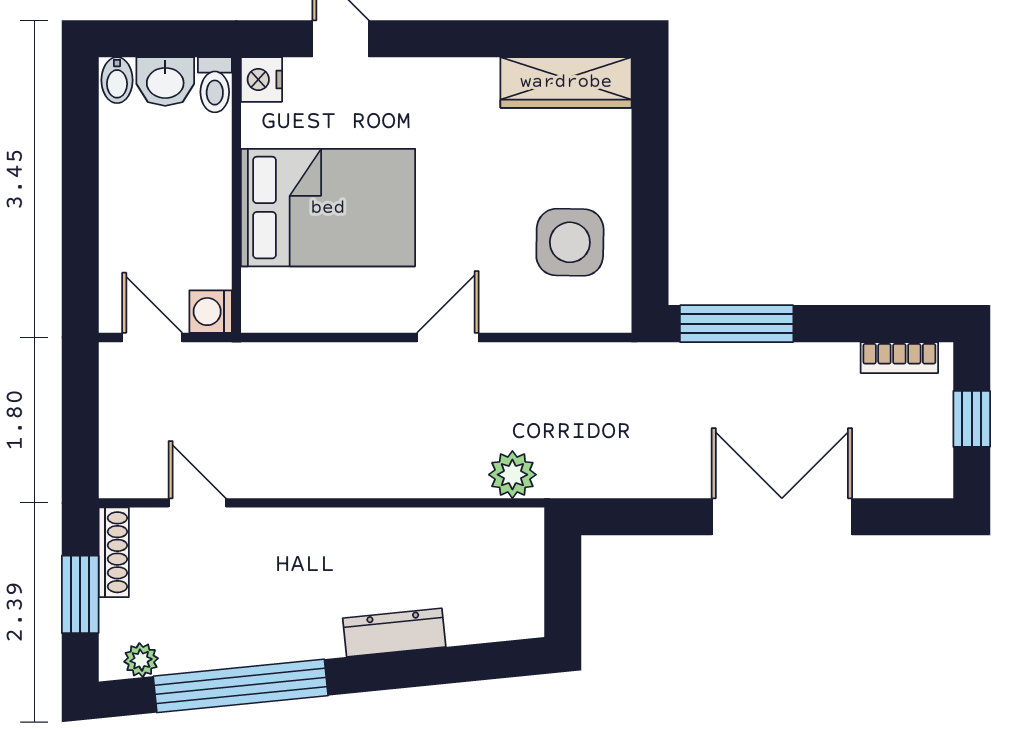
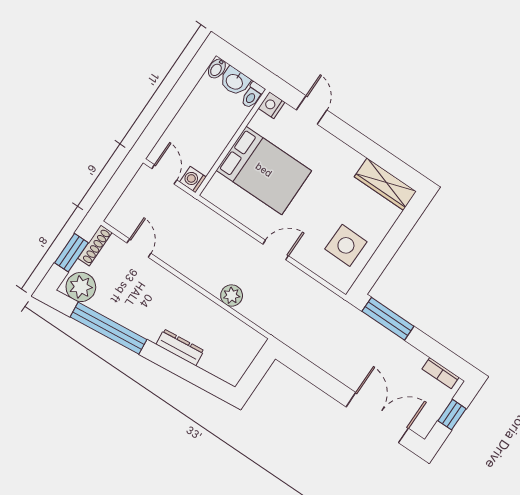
plant: (512, 475) -> (232, 296), moved
double door: (782, 517) -> (377, 418), moved
plant: (141, 660) -> (81, 287), width x1.87, depth x1.87

